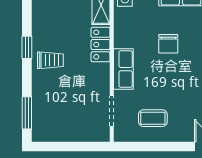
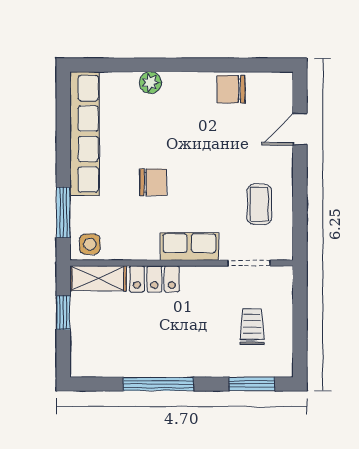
window: (27, 47) -> (158, 384), width x2.17
trolley: (50, 60) -> (252, 327), moved

